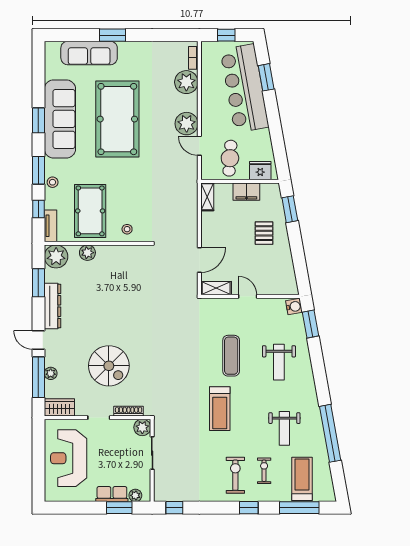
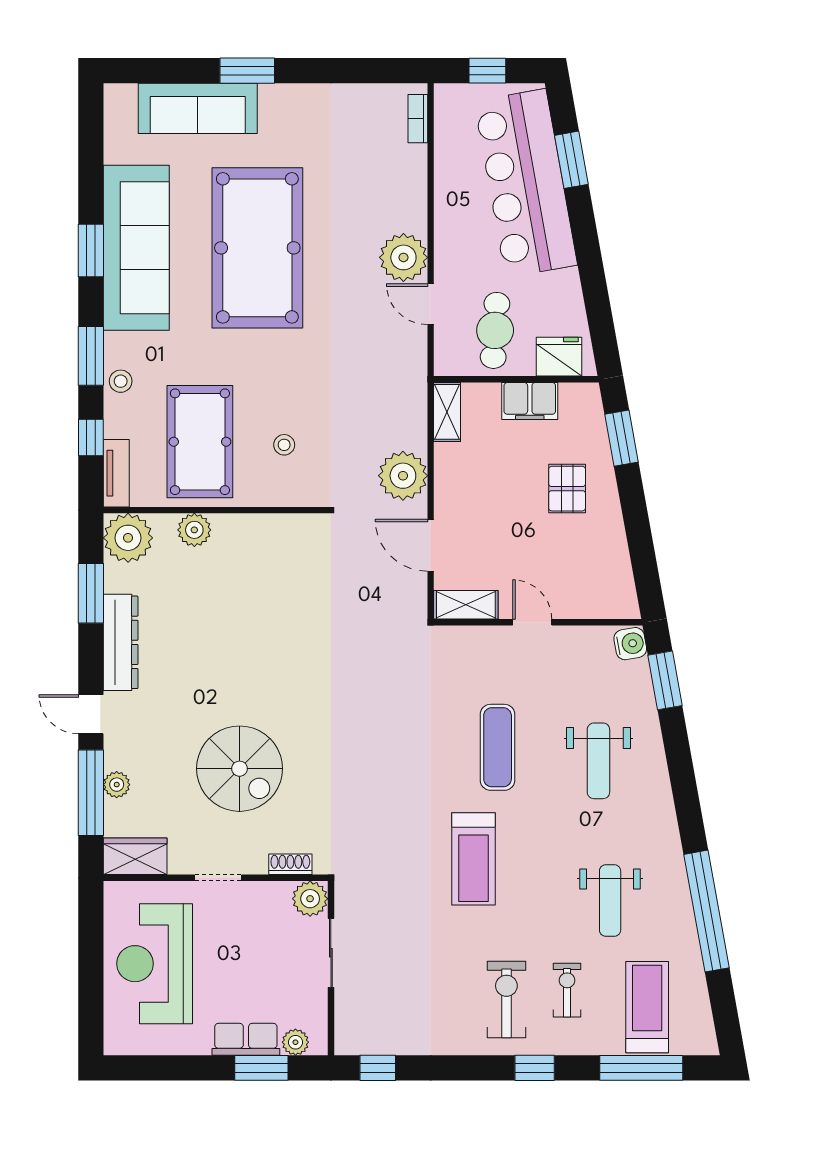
plant: (186, 82) -> (403, 476), moved
stool: (127, 229) -> (284, 445), moved
door: (199, 260) -> (431, 545), swing flipped
shoe rack: (129, 411) -> (290, 864), width x0.70

